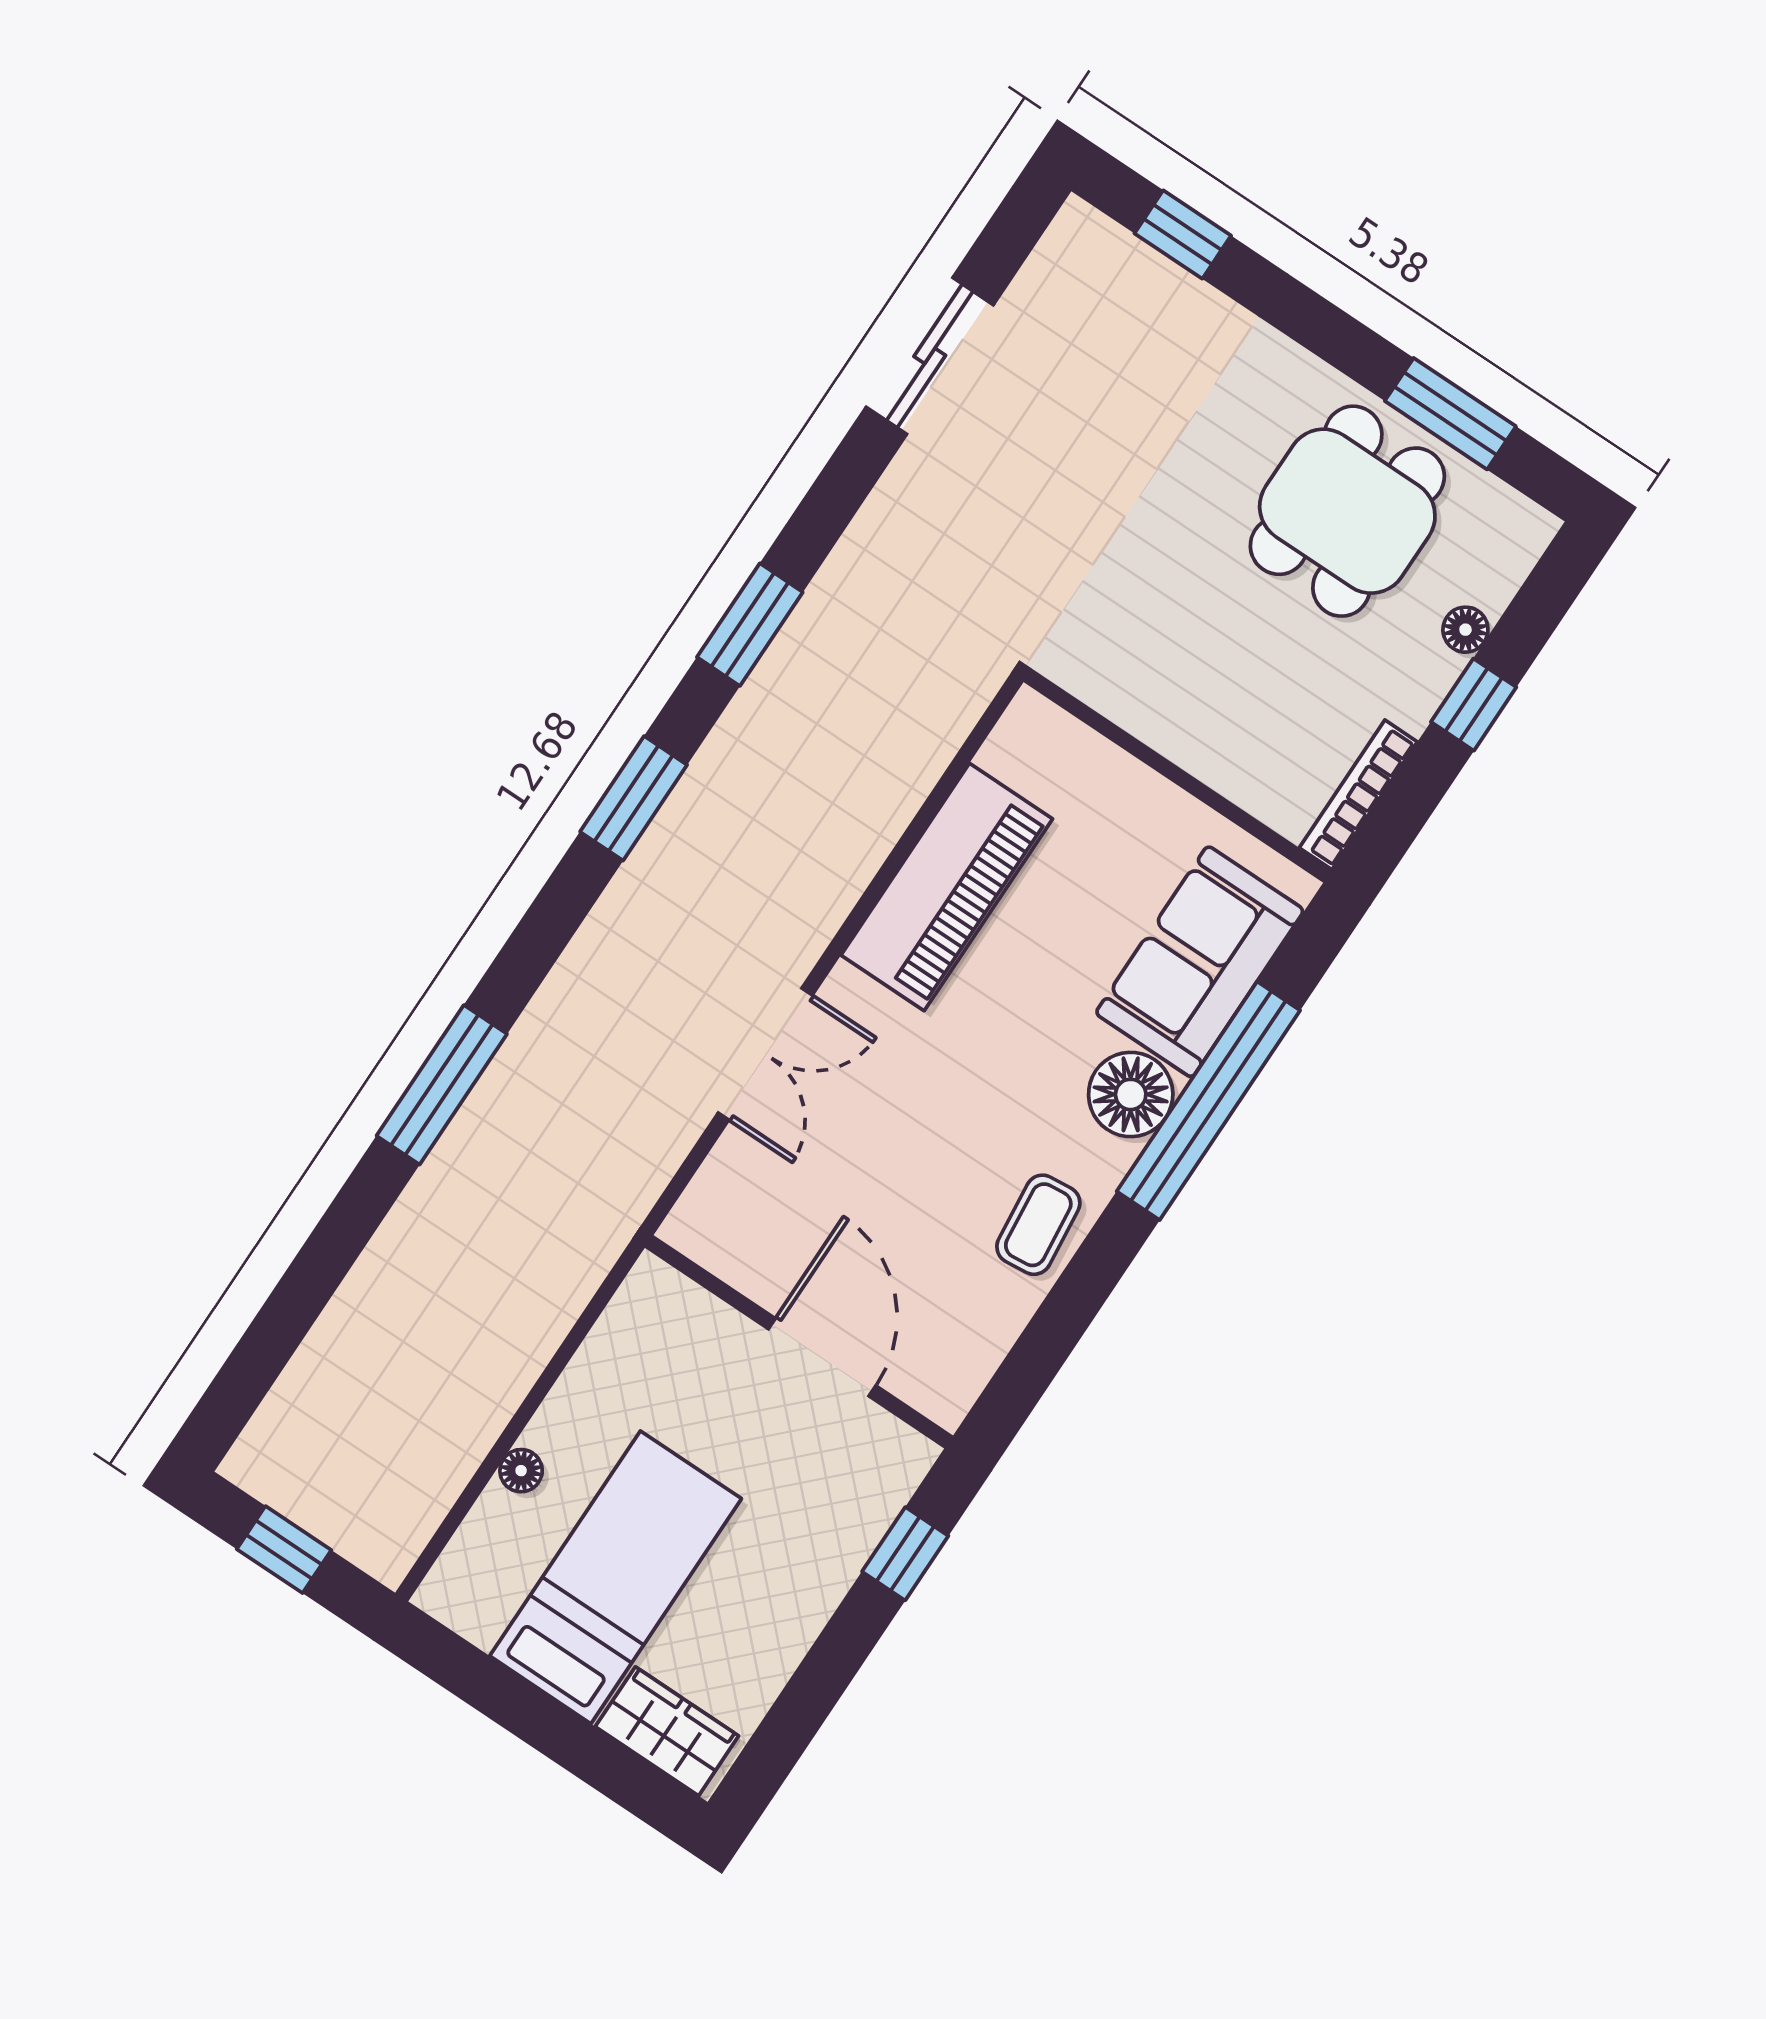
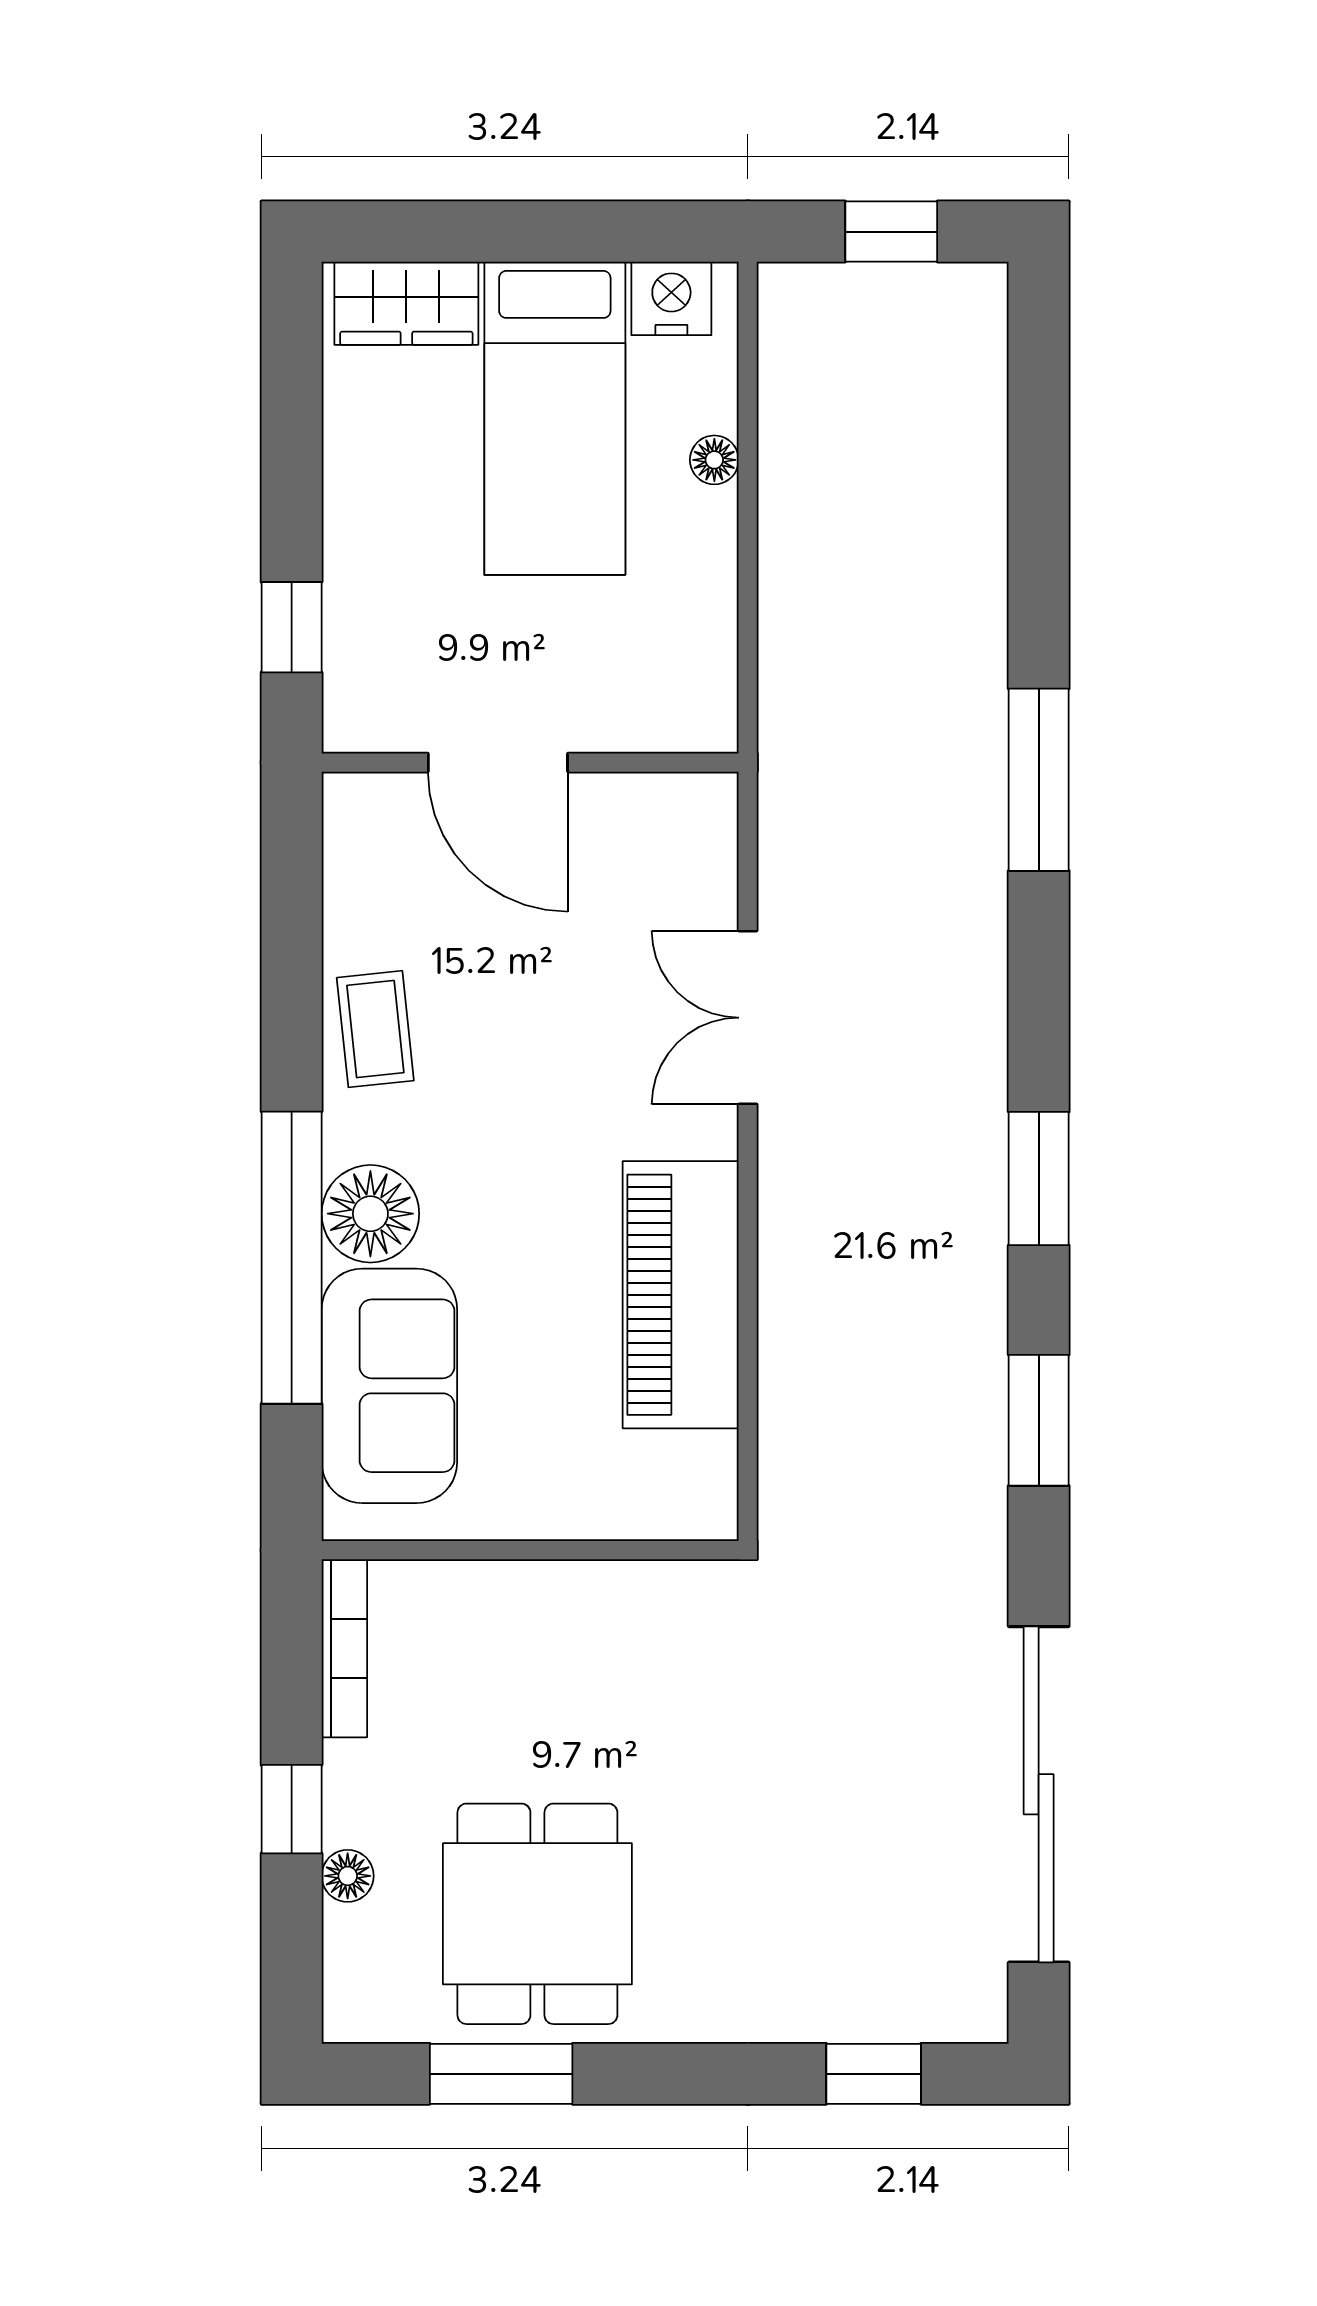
sliding door: (930, 356) -> (1039, 1794), width x1.86
nightstand: (474, 1607) -> (671, 298), added

